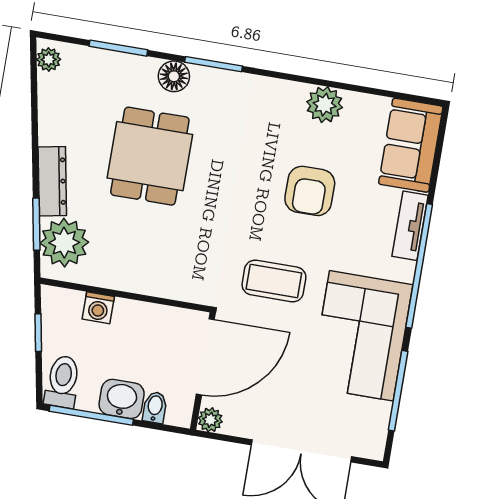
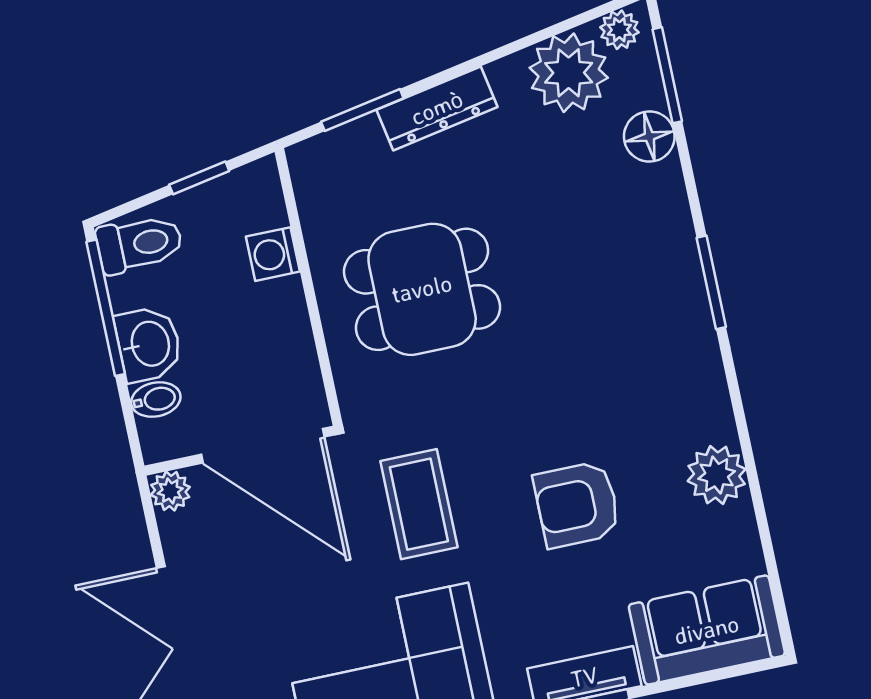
window: (118, 48) -> (667, 75), moved
floor lamp: (174, 76) -> (649, 136), moved
dining table: (150, 156) -> (422, 289), moved
plant: (64, 243) -> (569, 73), moved

